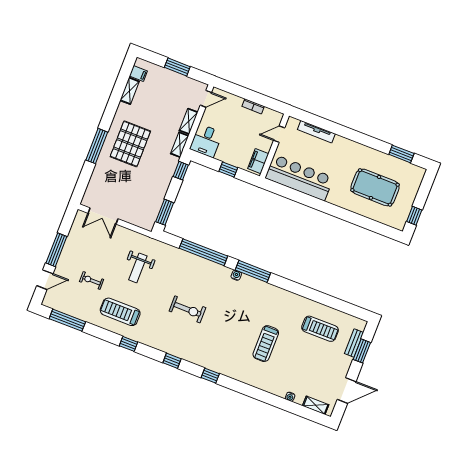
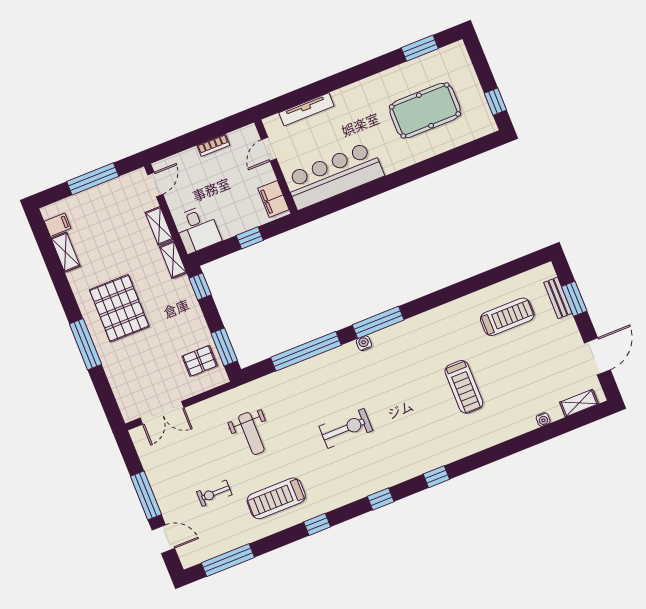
window: (177, 67) -> (93, 179), width x1.44
pallet: (146, 208) -> (200, 361), added
door: (45, 280) -> (163, 539), hinge flipped

